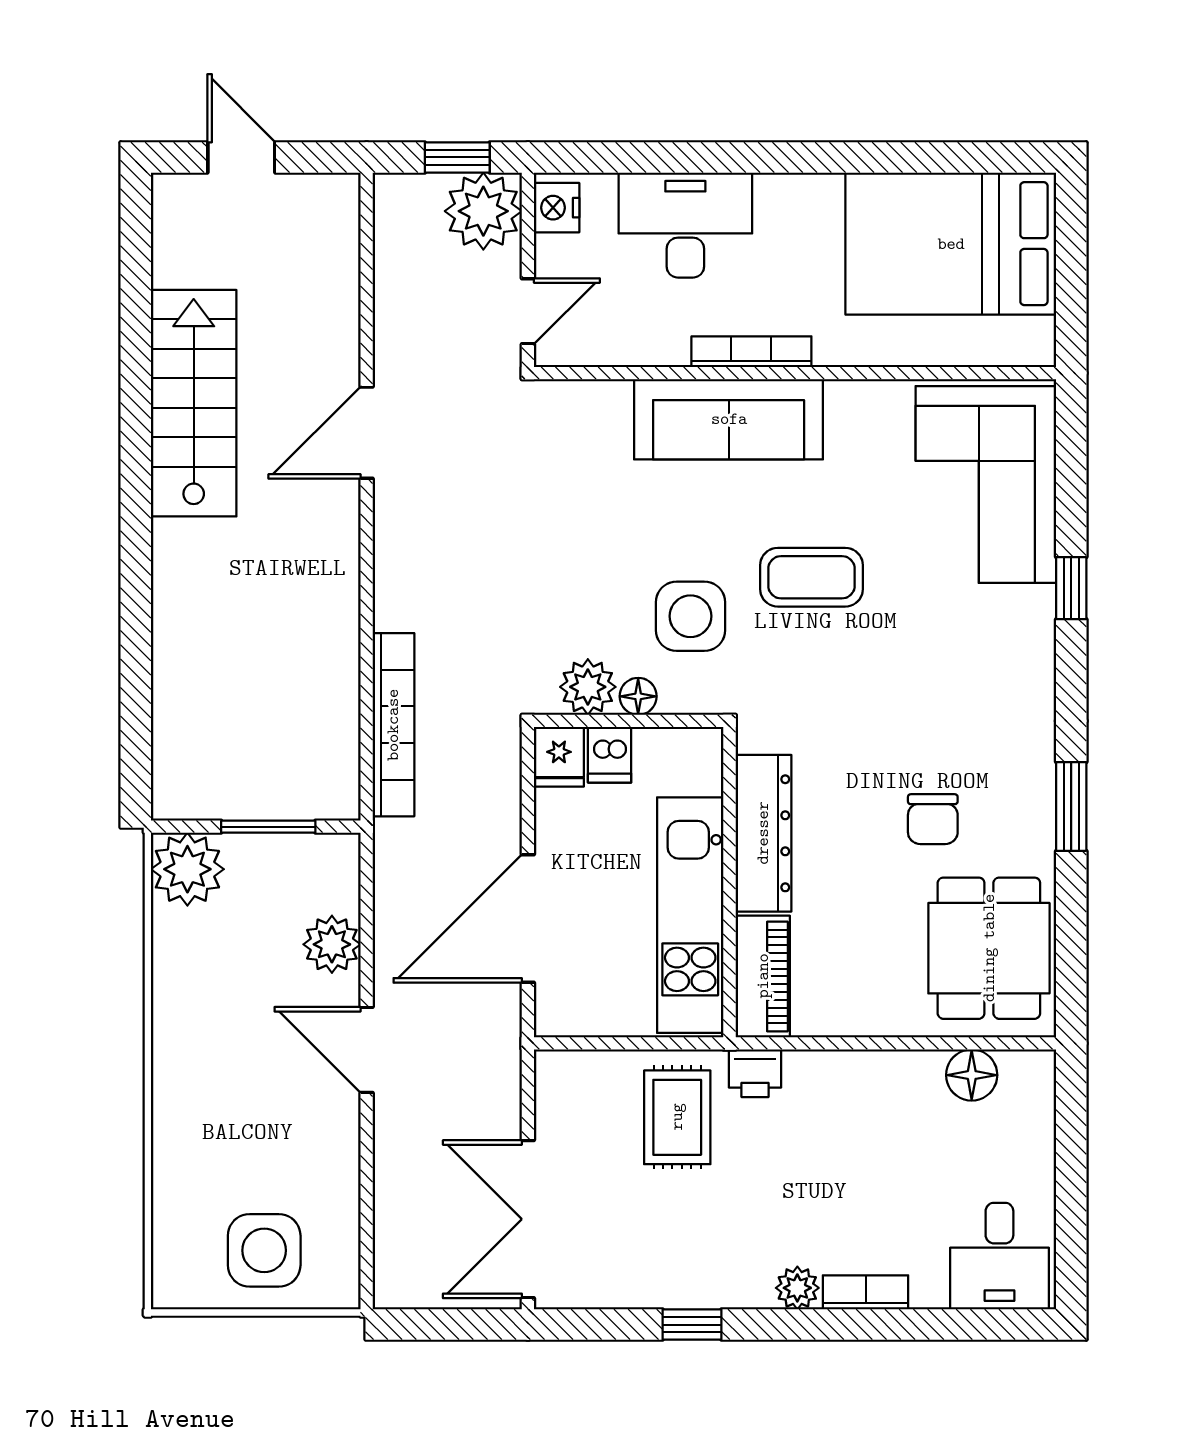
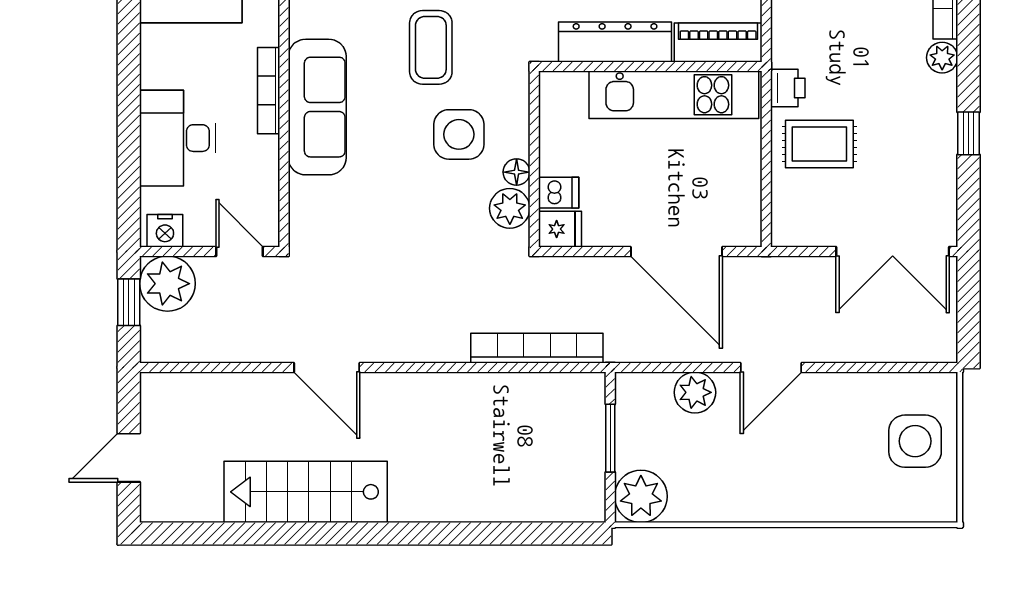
dresser: (763, 833) -> (615, 42), moved
wall: (729, 882) -> (650, 66), moved
kitchen unit: (690, 915) -> (674, 95), moved
piano: (763, 976) -> (718, 43), moved

